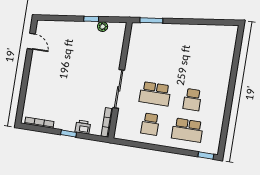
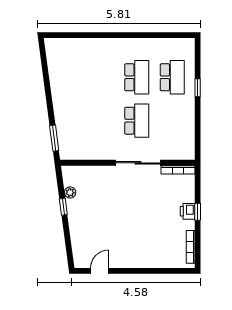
school desk: (192, 100) -> (137, 77), width x1.85
school desk: (150, 124) -> (172, 121), removed
printer: (83, 127) -> (188, 211), moved
window: (206, 155) -> (198, 88), moved

